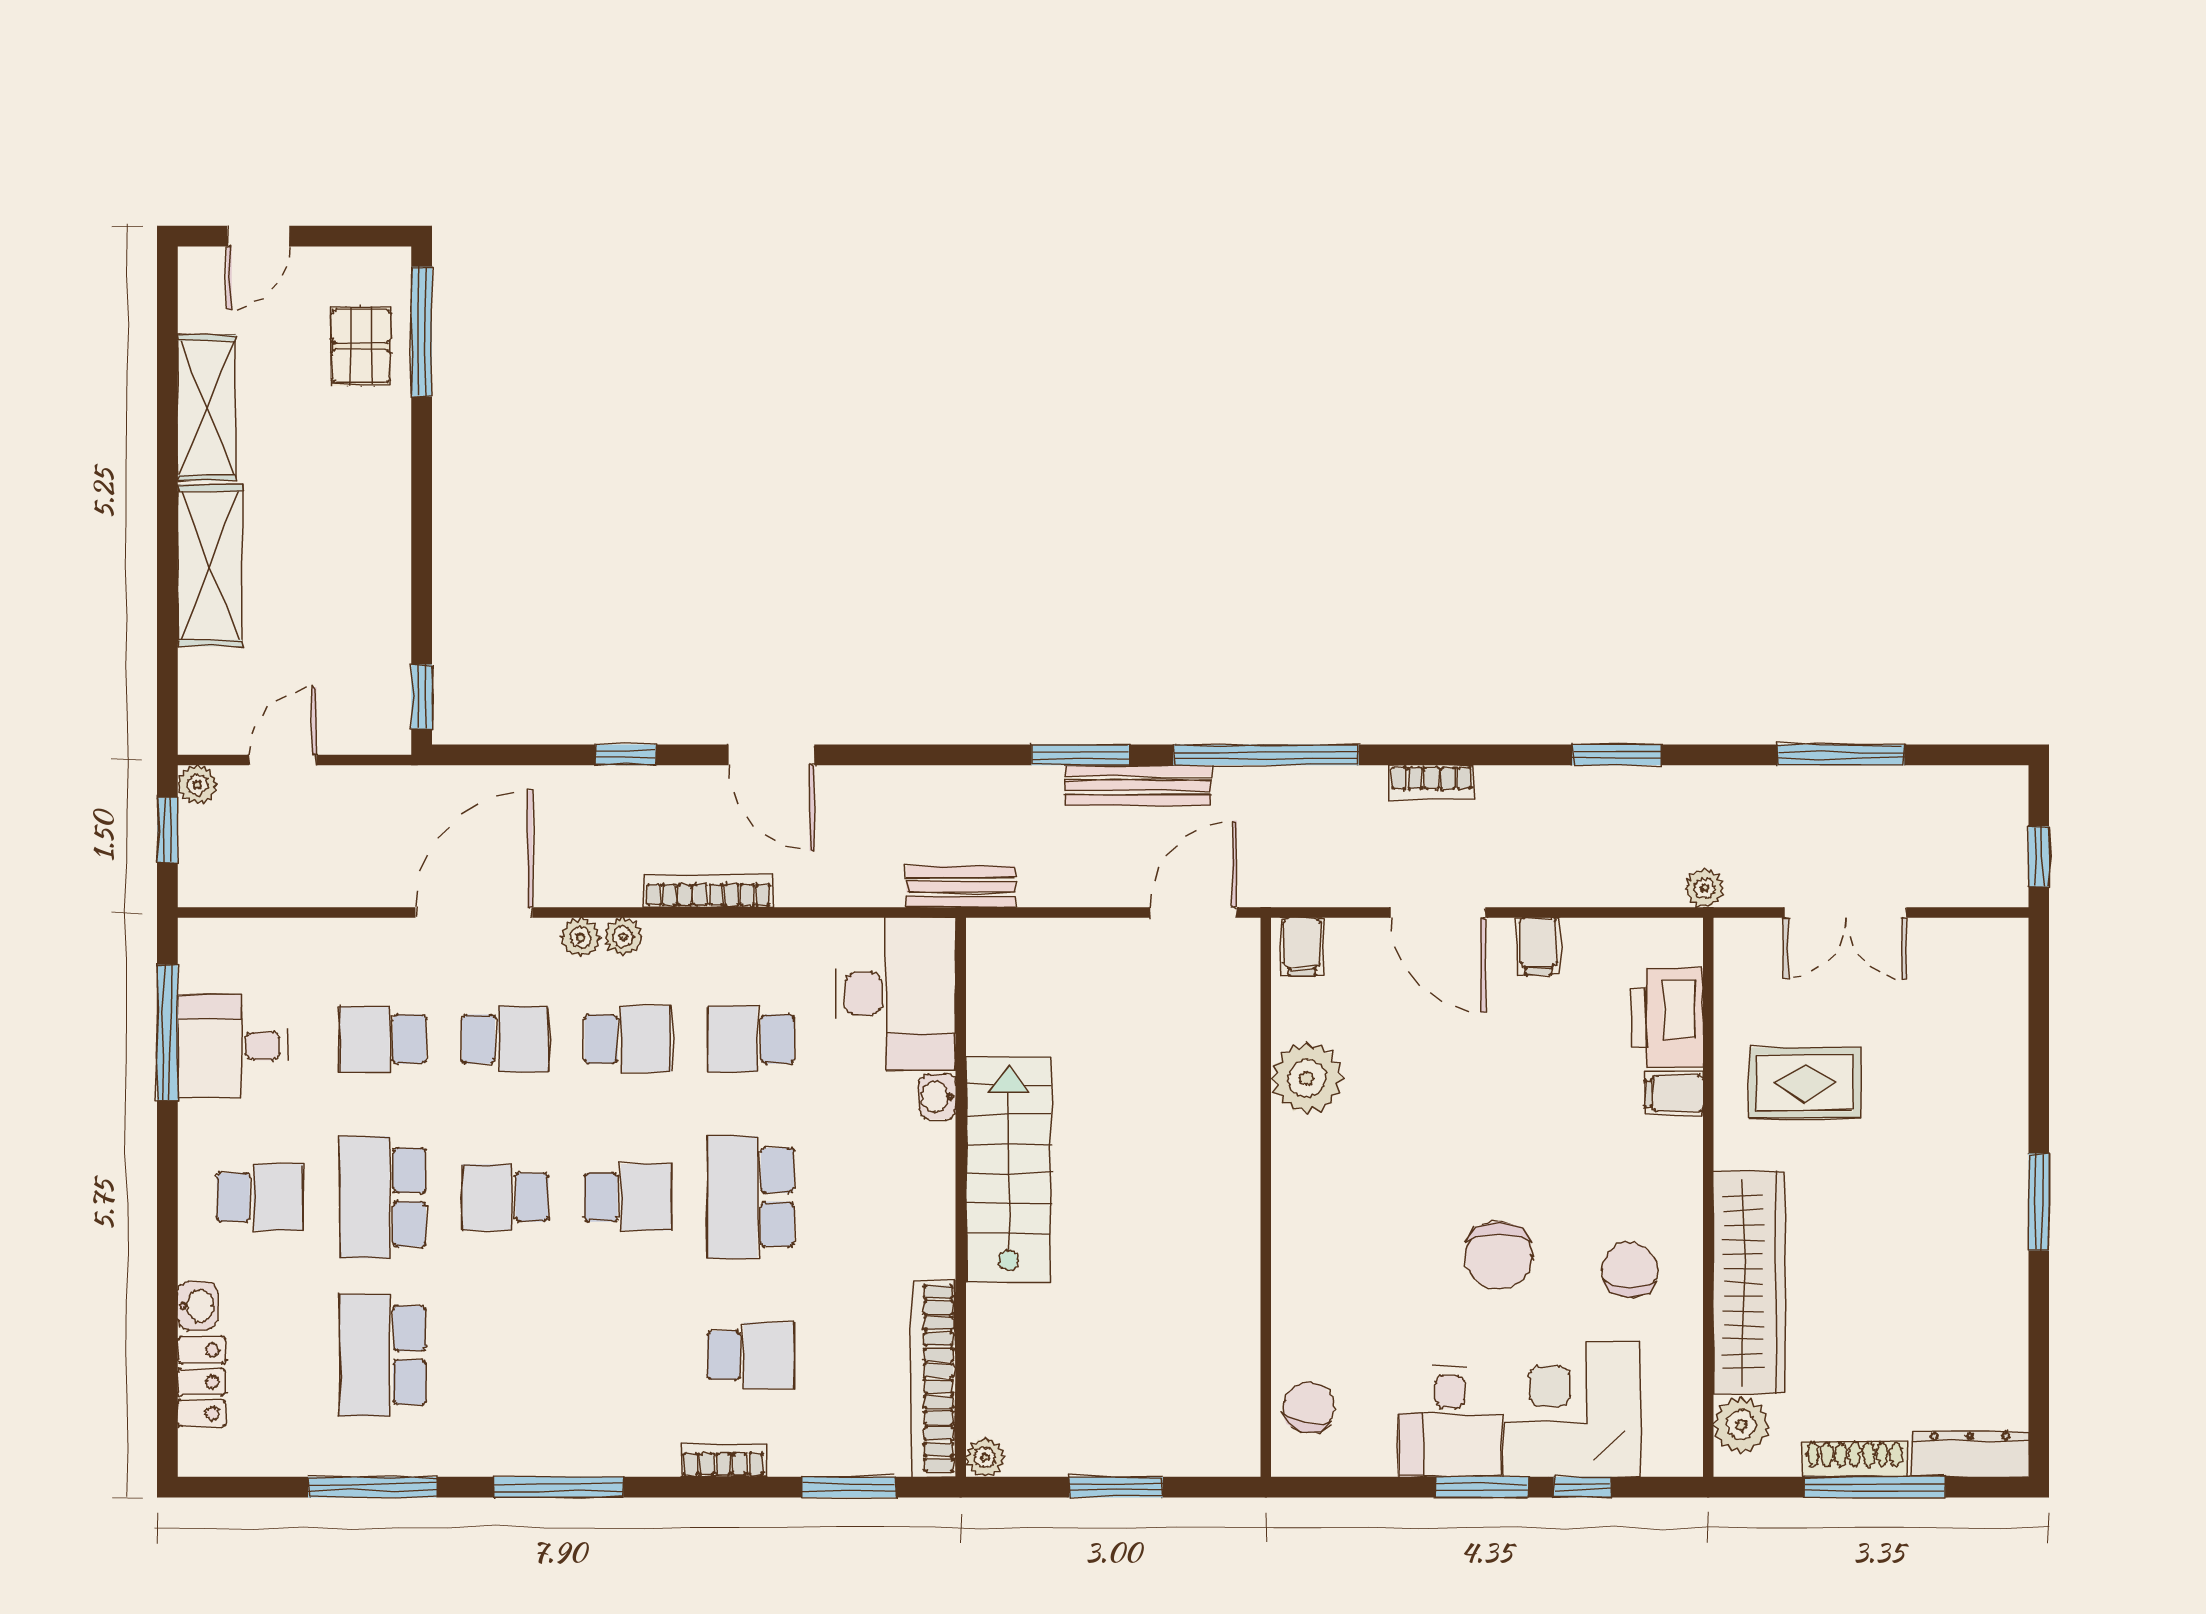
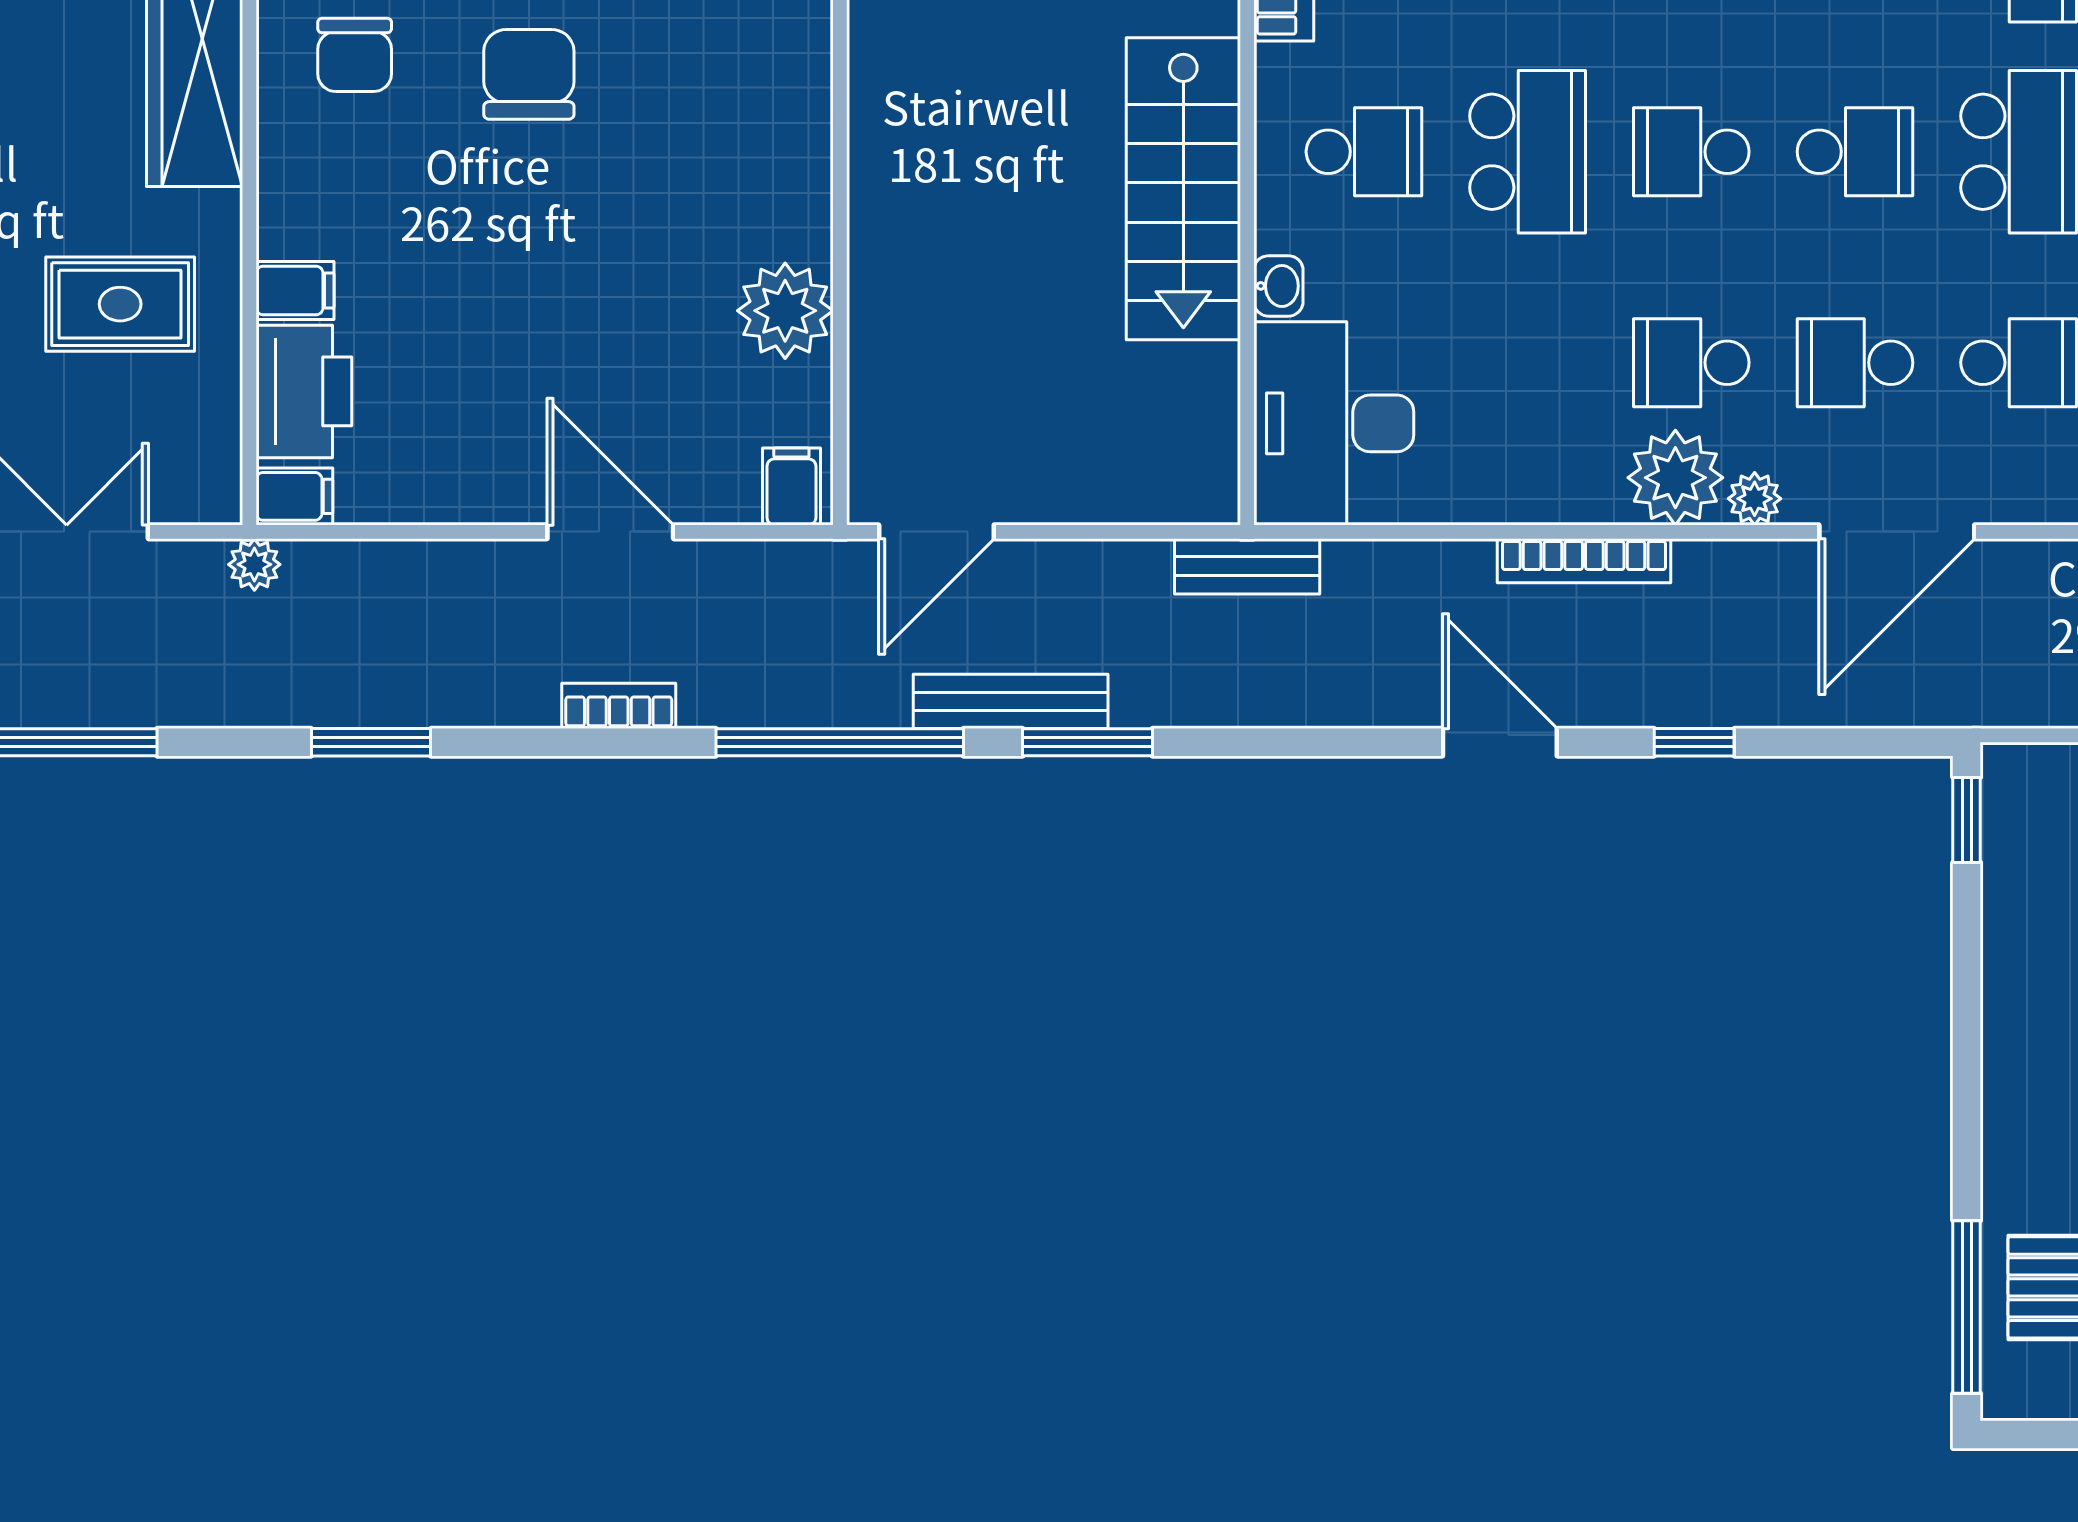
plant: (623, 937) -> (1675, 478), width x1.87, depth x1.87
filing cabinet: (1538, 946) -> (294, 496), moved, turned 90
school desk: (751, 1039) -> (1364, 152), moved

